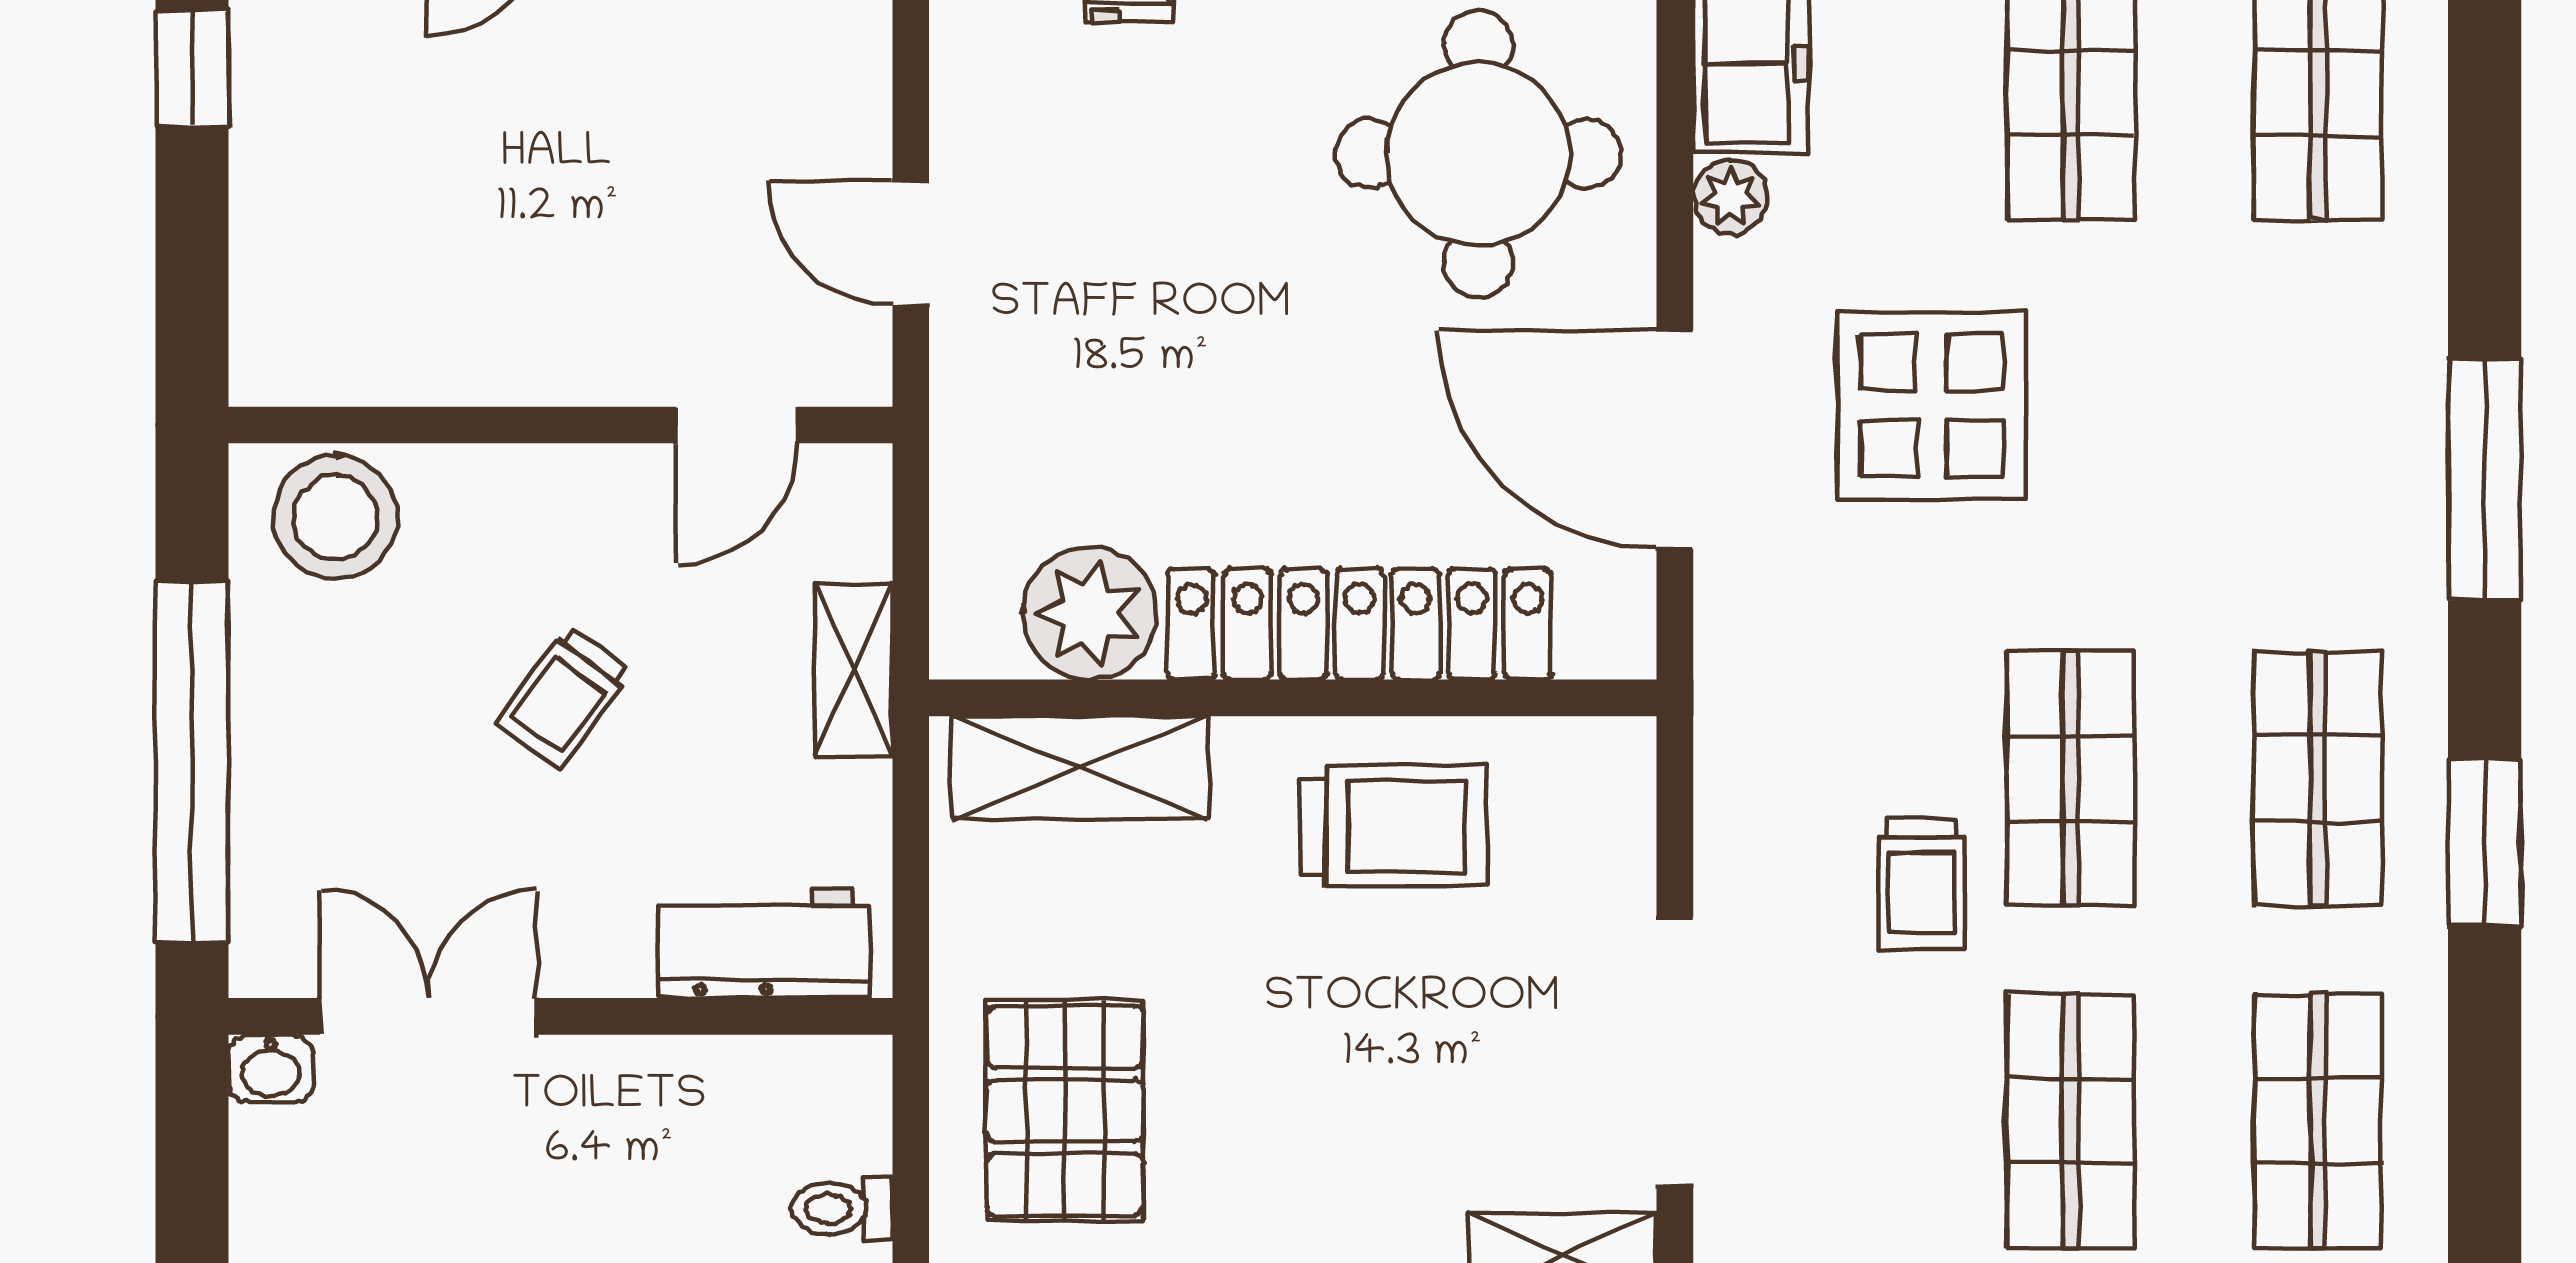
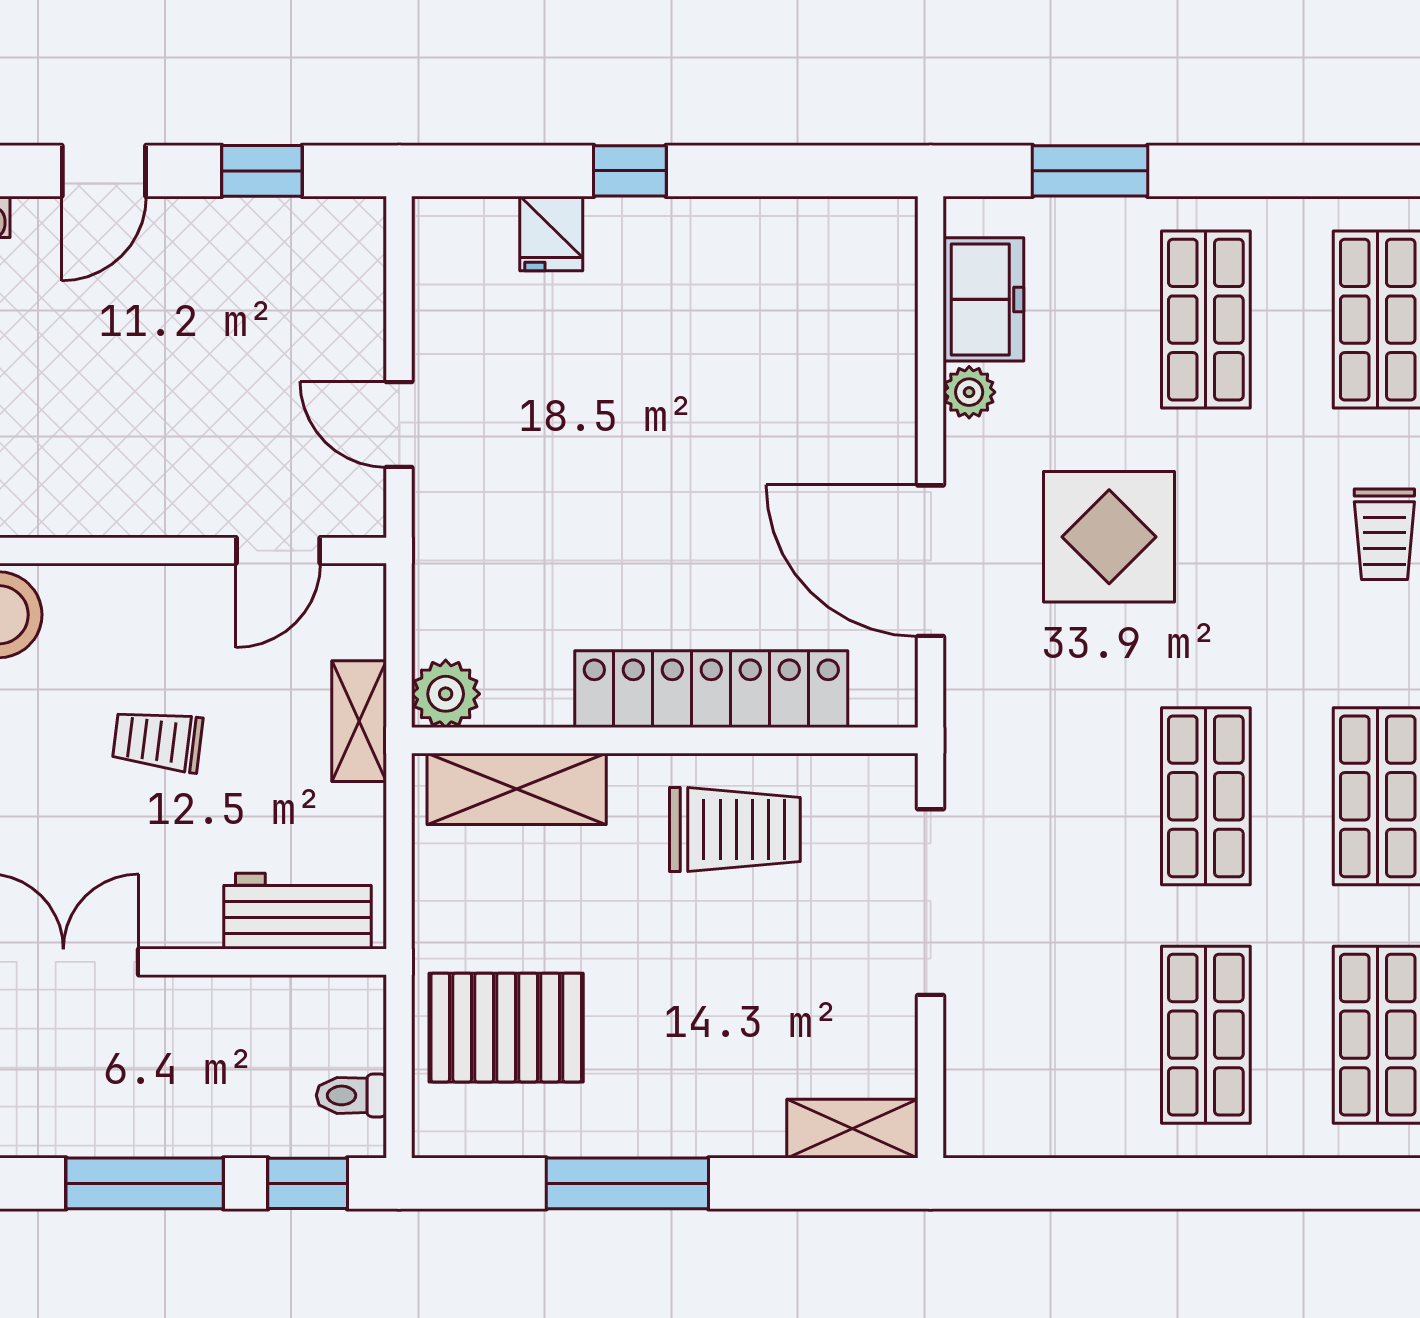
round table: (1478, 154) -> (794, 362), removed
plant: (1090, 613) -> (446, 694), moved, width x0.73, depth x0.73
trolley: (564, 698) -> (158, 741), turned 61
trolley: (1922, 884) -> (1384, 534), moved
doorway: (1675, 1052) -> (931, 902), moved
pallet: (1065, 1111) -> (506, 1028), turned 90

